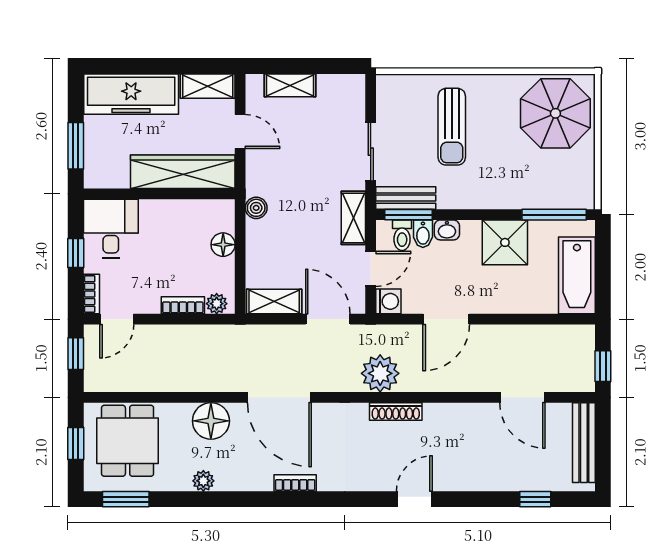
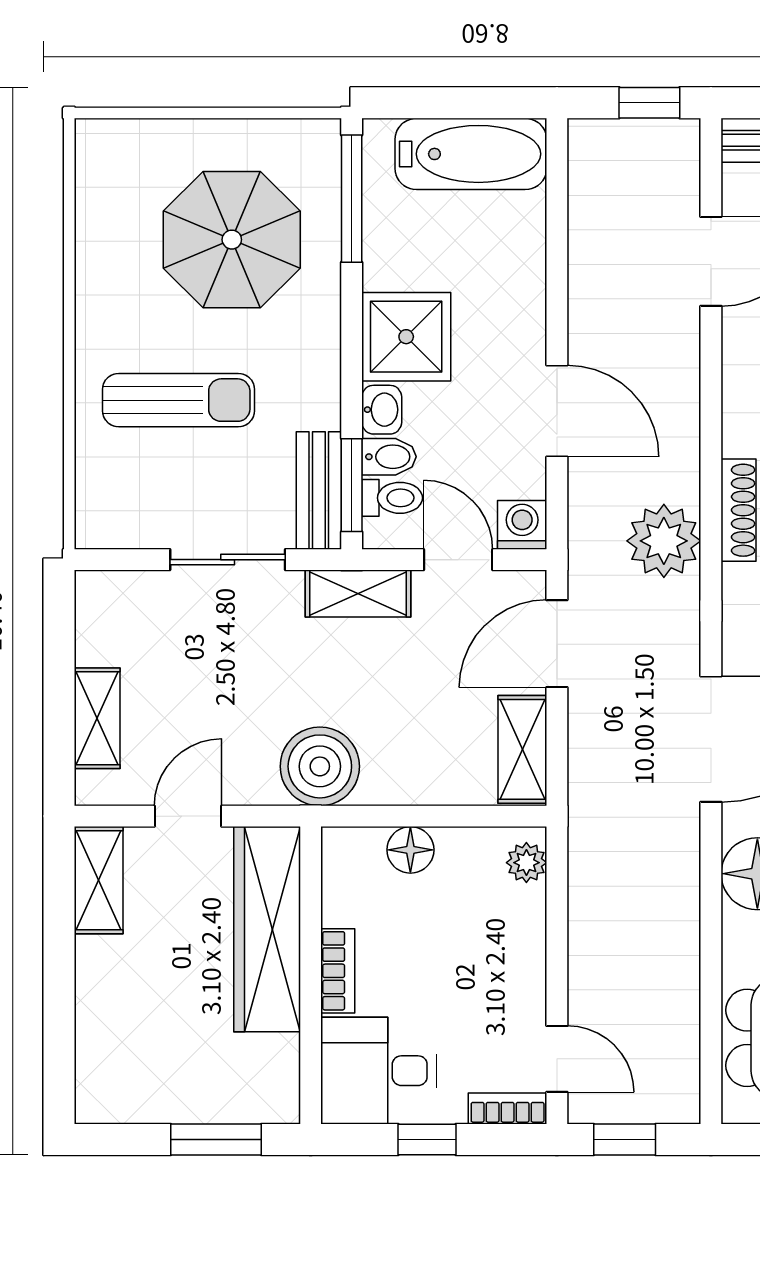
freezer: (131, 94) -> (114, 1031), removed
parasol: (555, 113) -> (232, 240), moved
boiler: (256, 208) -> (320, 766), width x1.86, depth x1.86
shower: (505, 242) -> (406, 337), moved
bookcase: (183, 305) -> (338, 971), moved, turned 180

